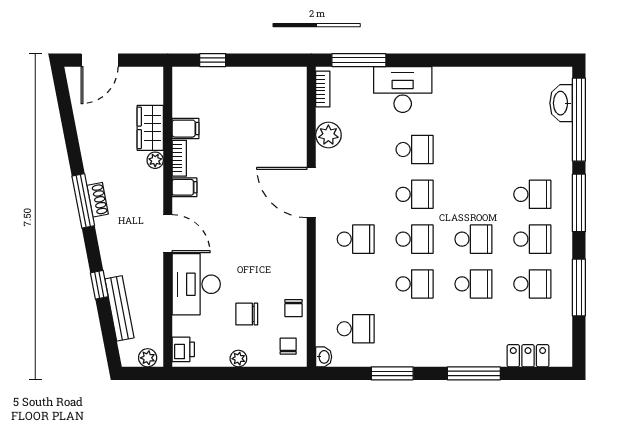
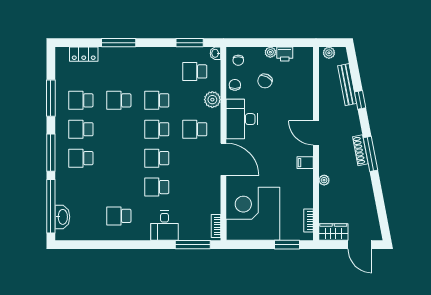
door: (100, 60) -> (360, 245), swing flipped
window: (213, 60) -> (287, 245), width x1.50
desk: (403, 90) -> (164, 226), width x0.73
corner desk: (265, 108) -> (253, 214), added
wardrobe: (150, 128) -> (333, 232), moved, turned -90
filing cabinet: (185, 129) -> (304, 201), removed
plant: (328, 135) -> (212, 100), moved
bookcase: (179, 158) -> (309, 220), moved
shoe rack: (98, 200) -> (360, 150), width x1.43
school desk: (473, 239) -> (119, 216), moved
desk: (196, 284) -> (242, 119), moved, turned 180
chair: (247, 314) -> (265, 81), turned 116
printer: (183, 349) -> (285, 54), moved, turned -90
window: (392, 373) -> (190, 43), moved

